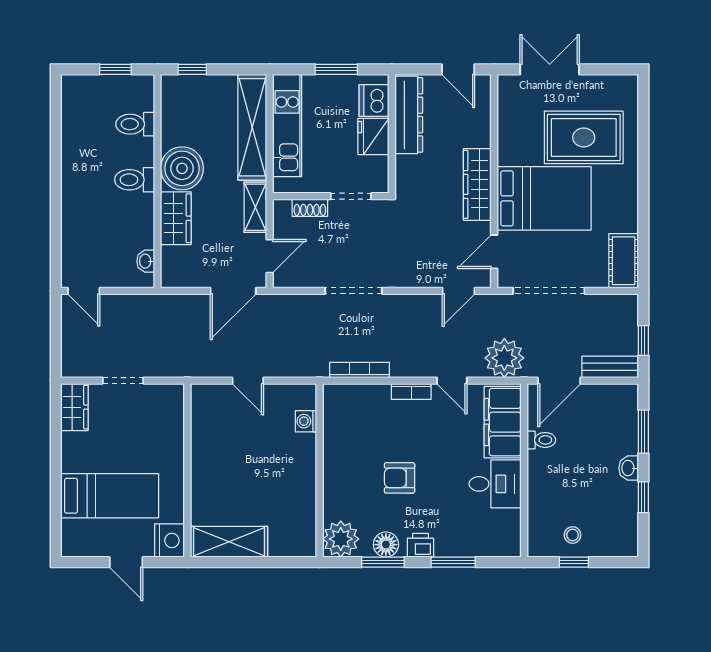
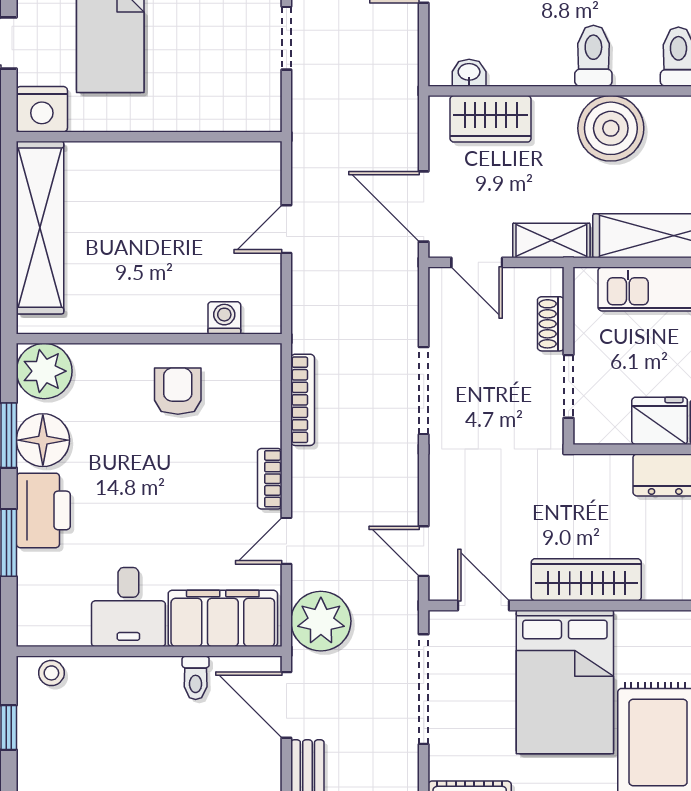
wardrobe: (176, 218) -> (491, 119), moved
armchair: (399, 478) -> (178, 391), moved
stool: (573, 535) -> (51, 673), moved
shelving: (229, 542) -> (40, 228), width x1.47
floor lamp: (386, 545) -> (43, 440), width x1.38, depth x1.38
printer: (421, 545) -> (43, 510), width x1.87, depth x1.48

